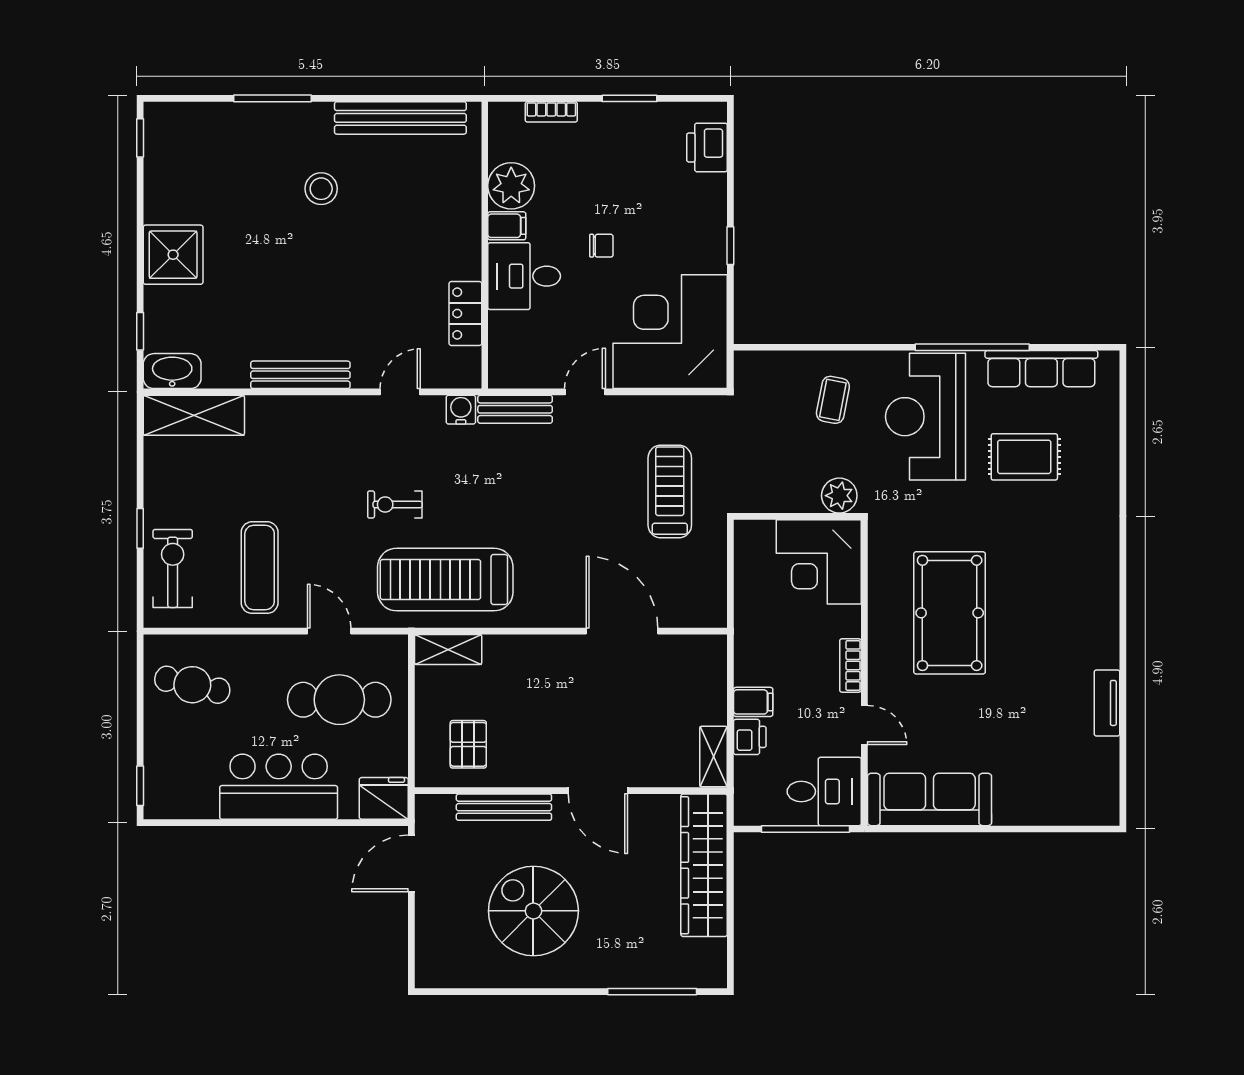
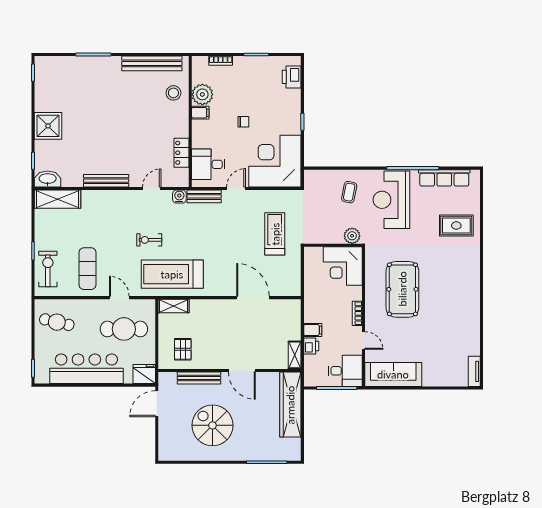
stool: (321, 189) -> (173, 93), moved
desk: (524, 276) -> (208, 164), moved
rug: (1024, 457) -> (456, 226), moved
tv unit: (1107, 703) -> (474, 371), moved
bar counter: (279, 787) -> (86, 369), width x1.36

